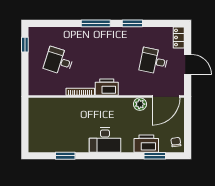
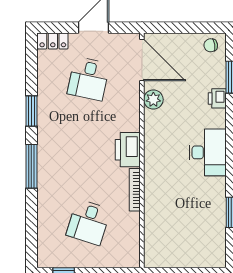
printer: (146, 144) -> (217, 98), width x0.53, depth x0.68

